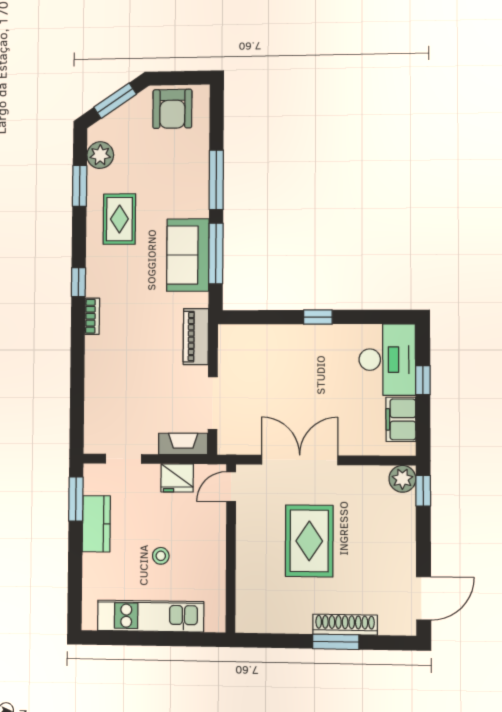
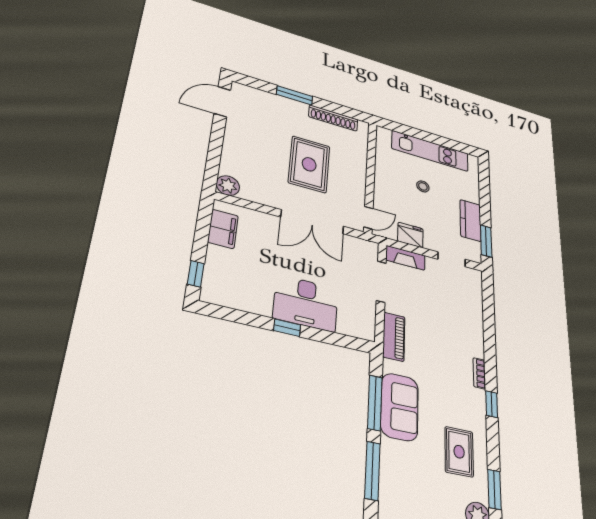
desk: (387, 360) -> (306, 303), moved, turned -90
window: (423, 380) -> (196, 274), moved
window: (423, 491) -> (211, 172), removed
shoe rack: (345, 625) -> (333, 118), moved

